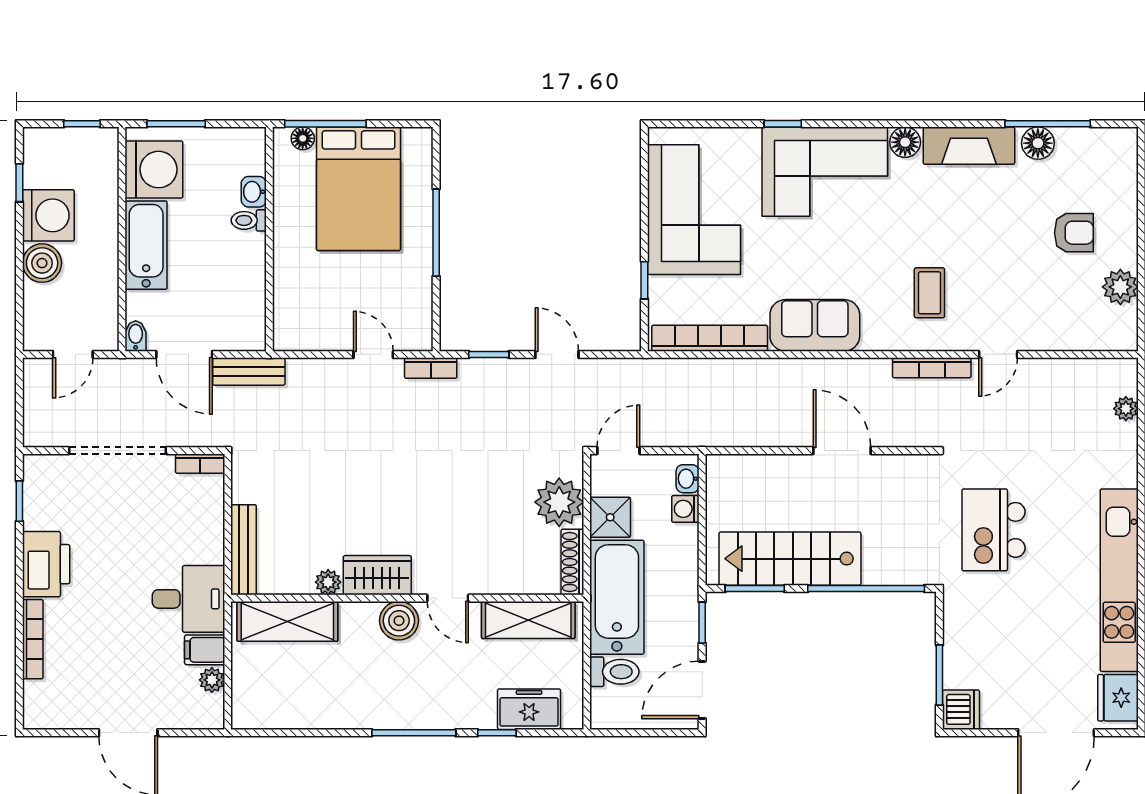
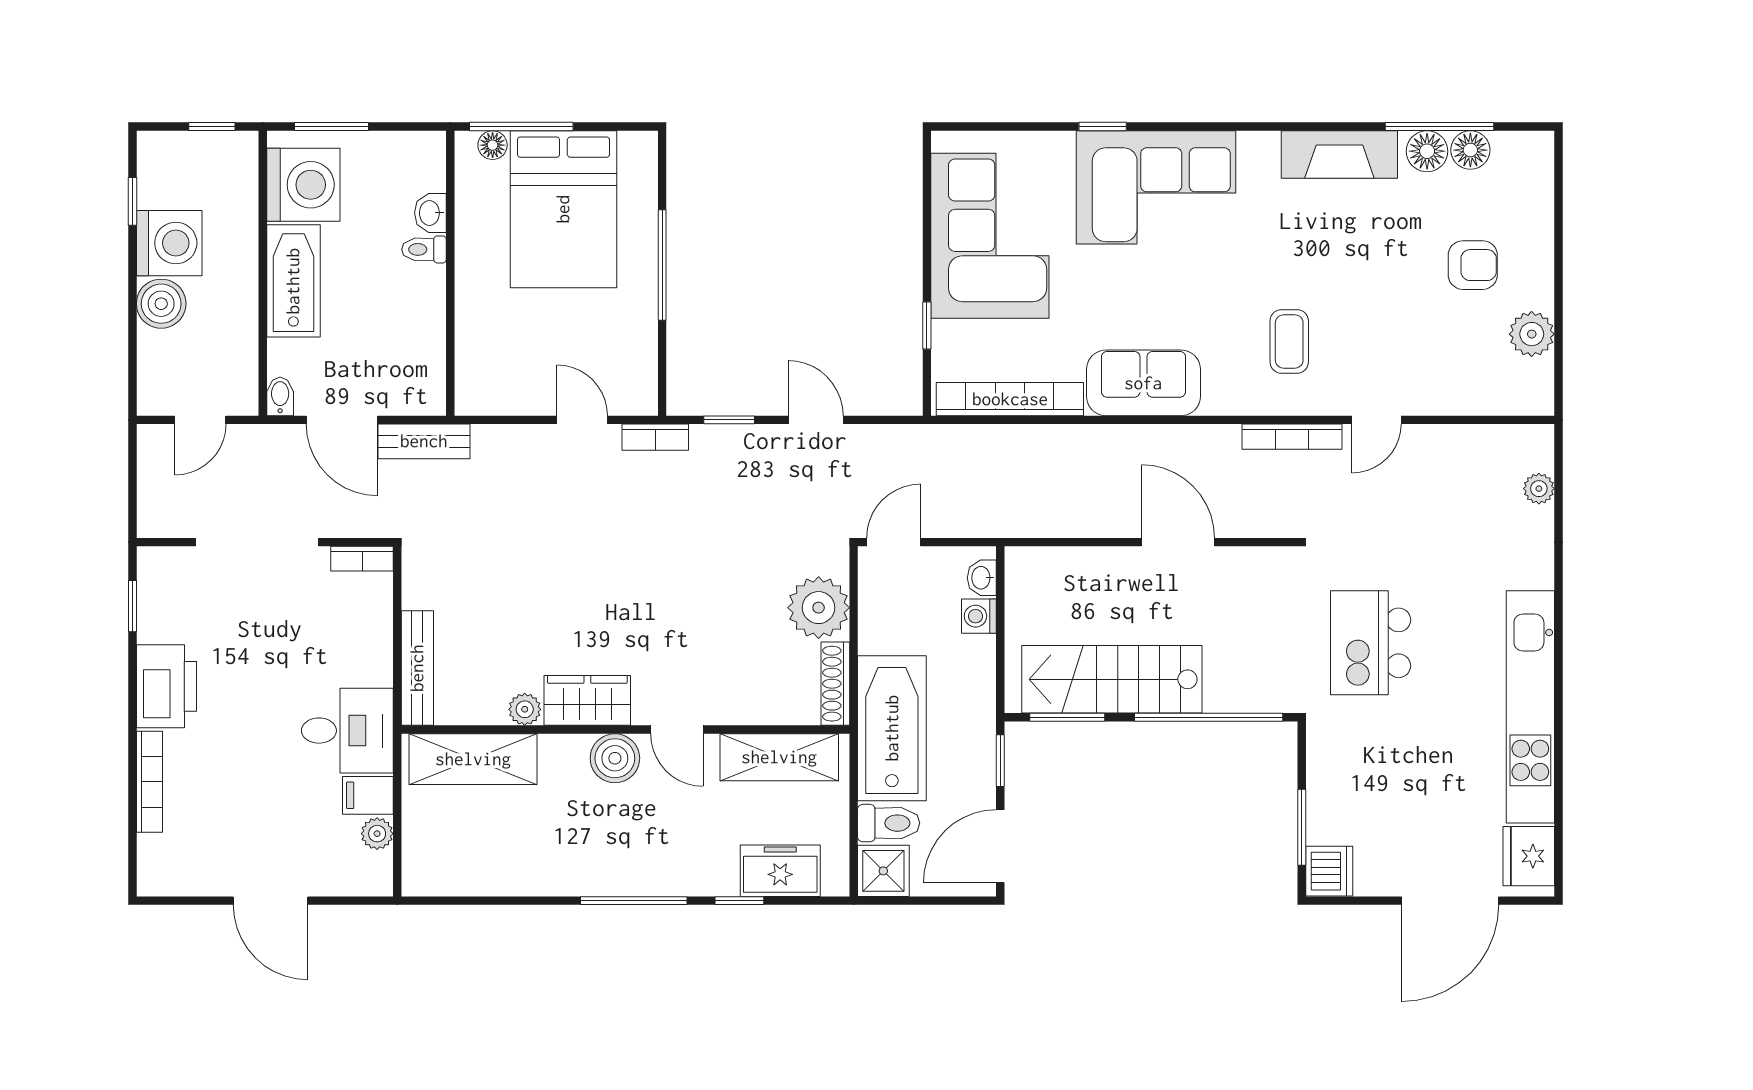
floor lamp: (905, 142) -> (1470, 150), moved
shower: (610, 517) -> (883, 871), moved

